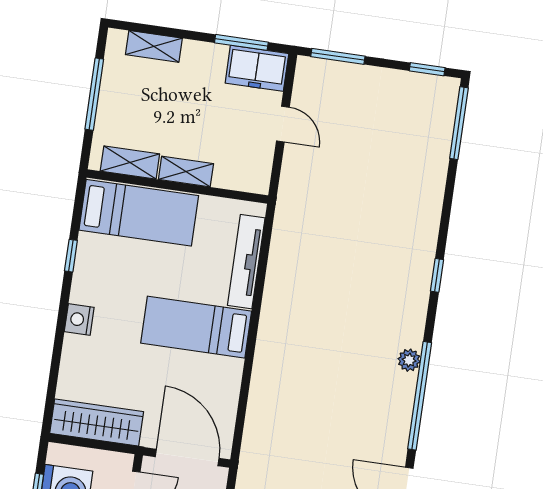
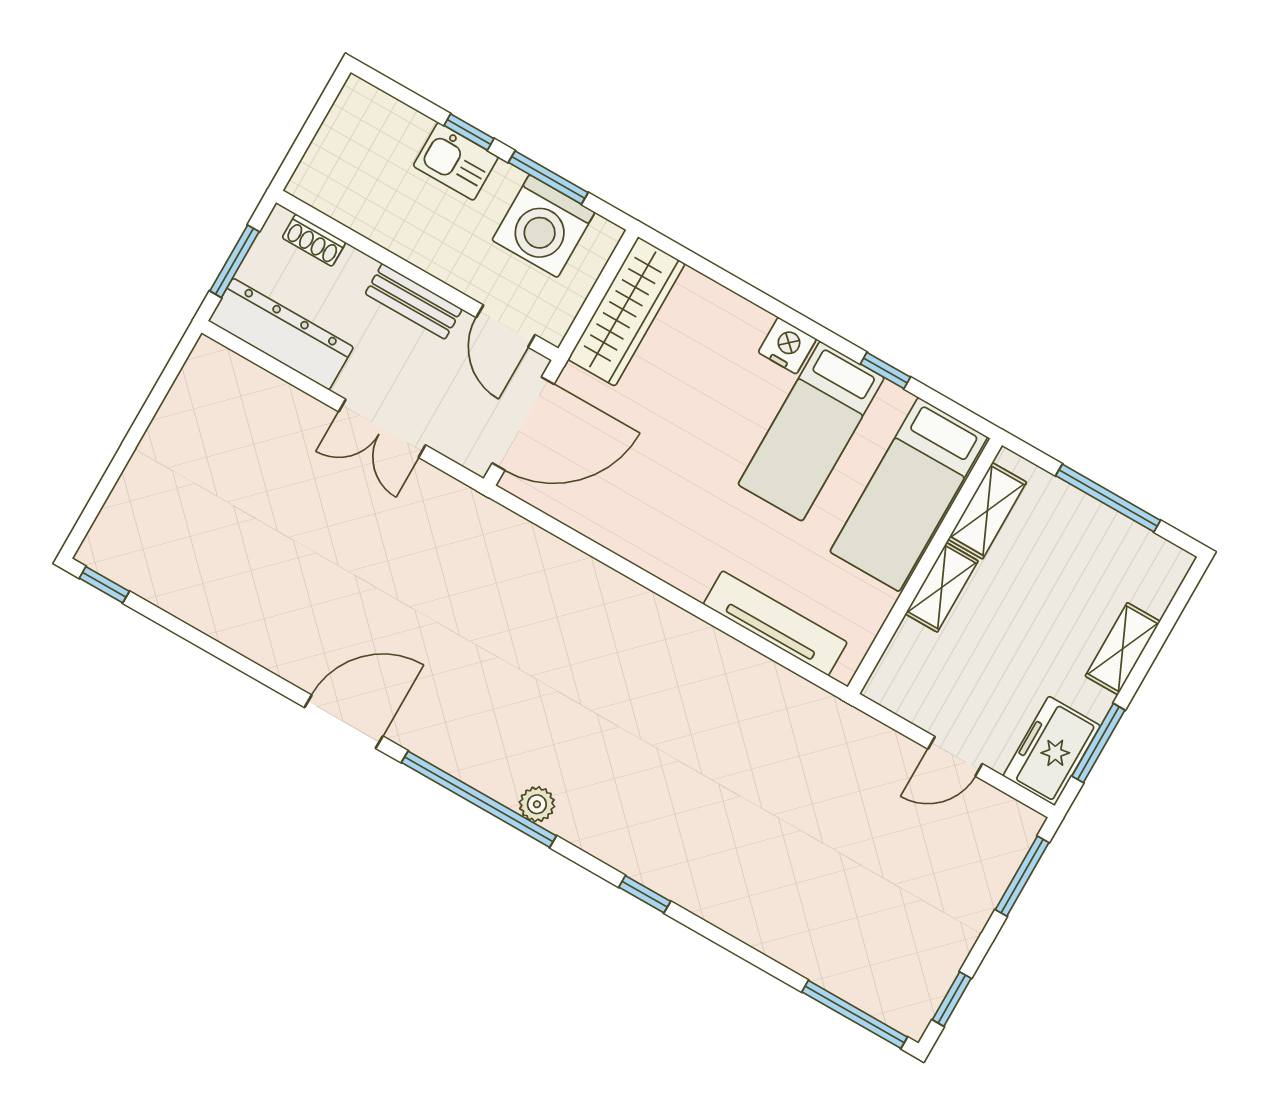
shelving: (154, 46) -> (1123, 649), moved
bed: (196, 327) -> (811, 431), moved, turned 180

